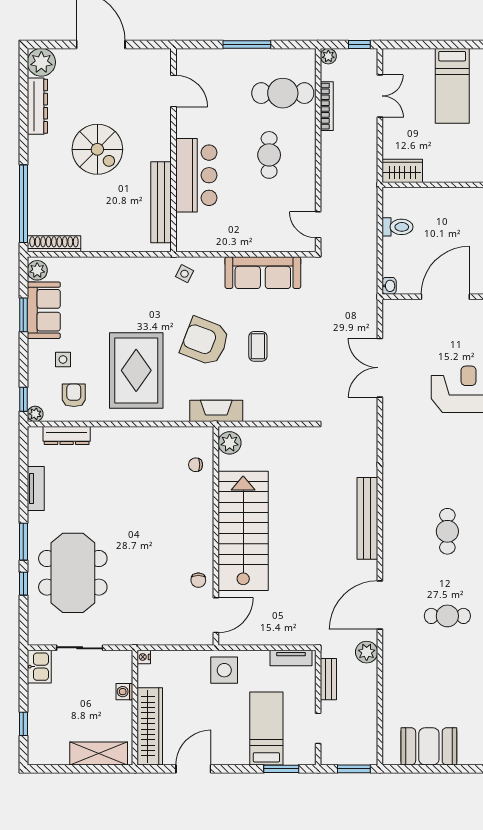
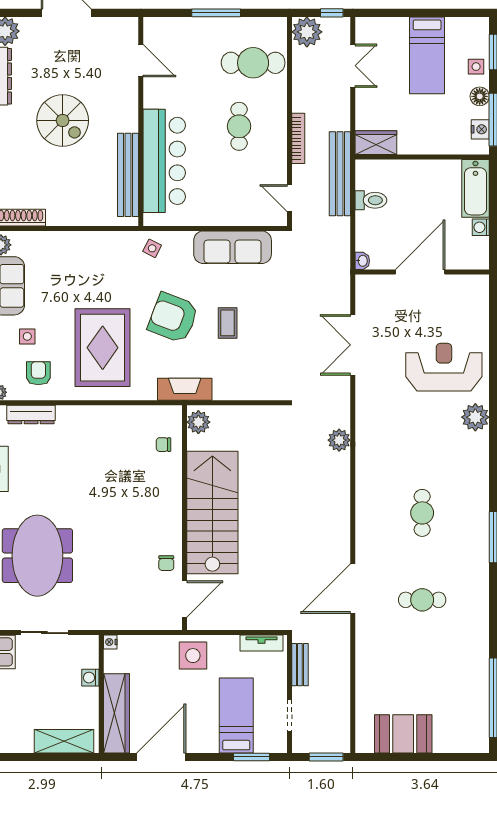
plant: (328, 56) -> (307, 32), width x1.87, depth x1.87
bookcase: (327, 106) -> (298, 138), moved
bar counter: (196, 175) -> (164, 161), width x1.36
bench: (367, 518) -> (340, 174), moved
plant: (367, 652) -> (339, 440), moved
door: (193, 769) -> (161, 757), width x1.36

